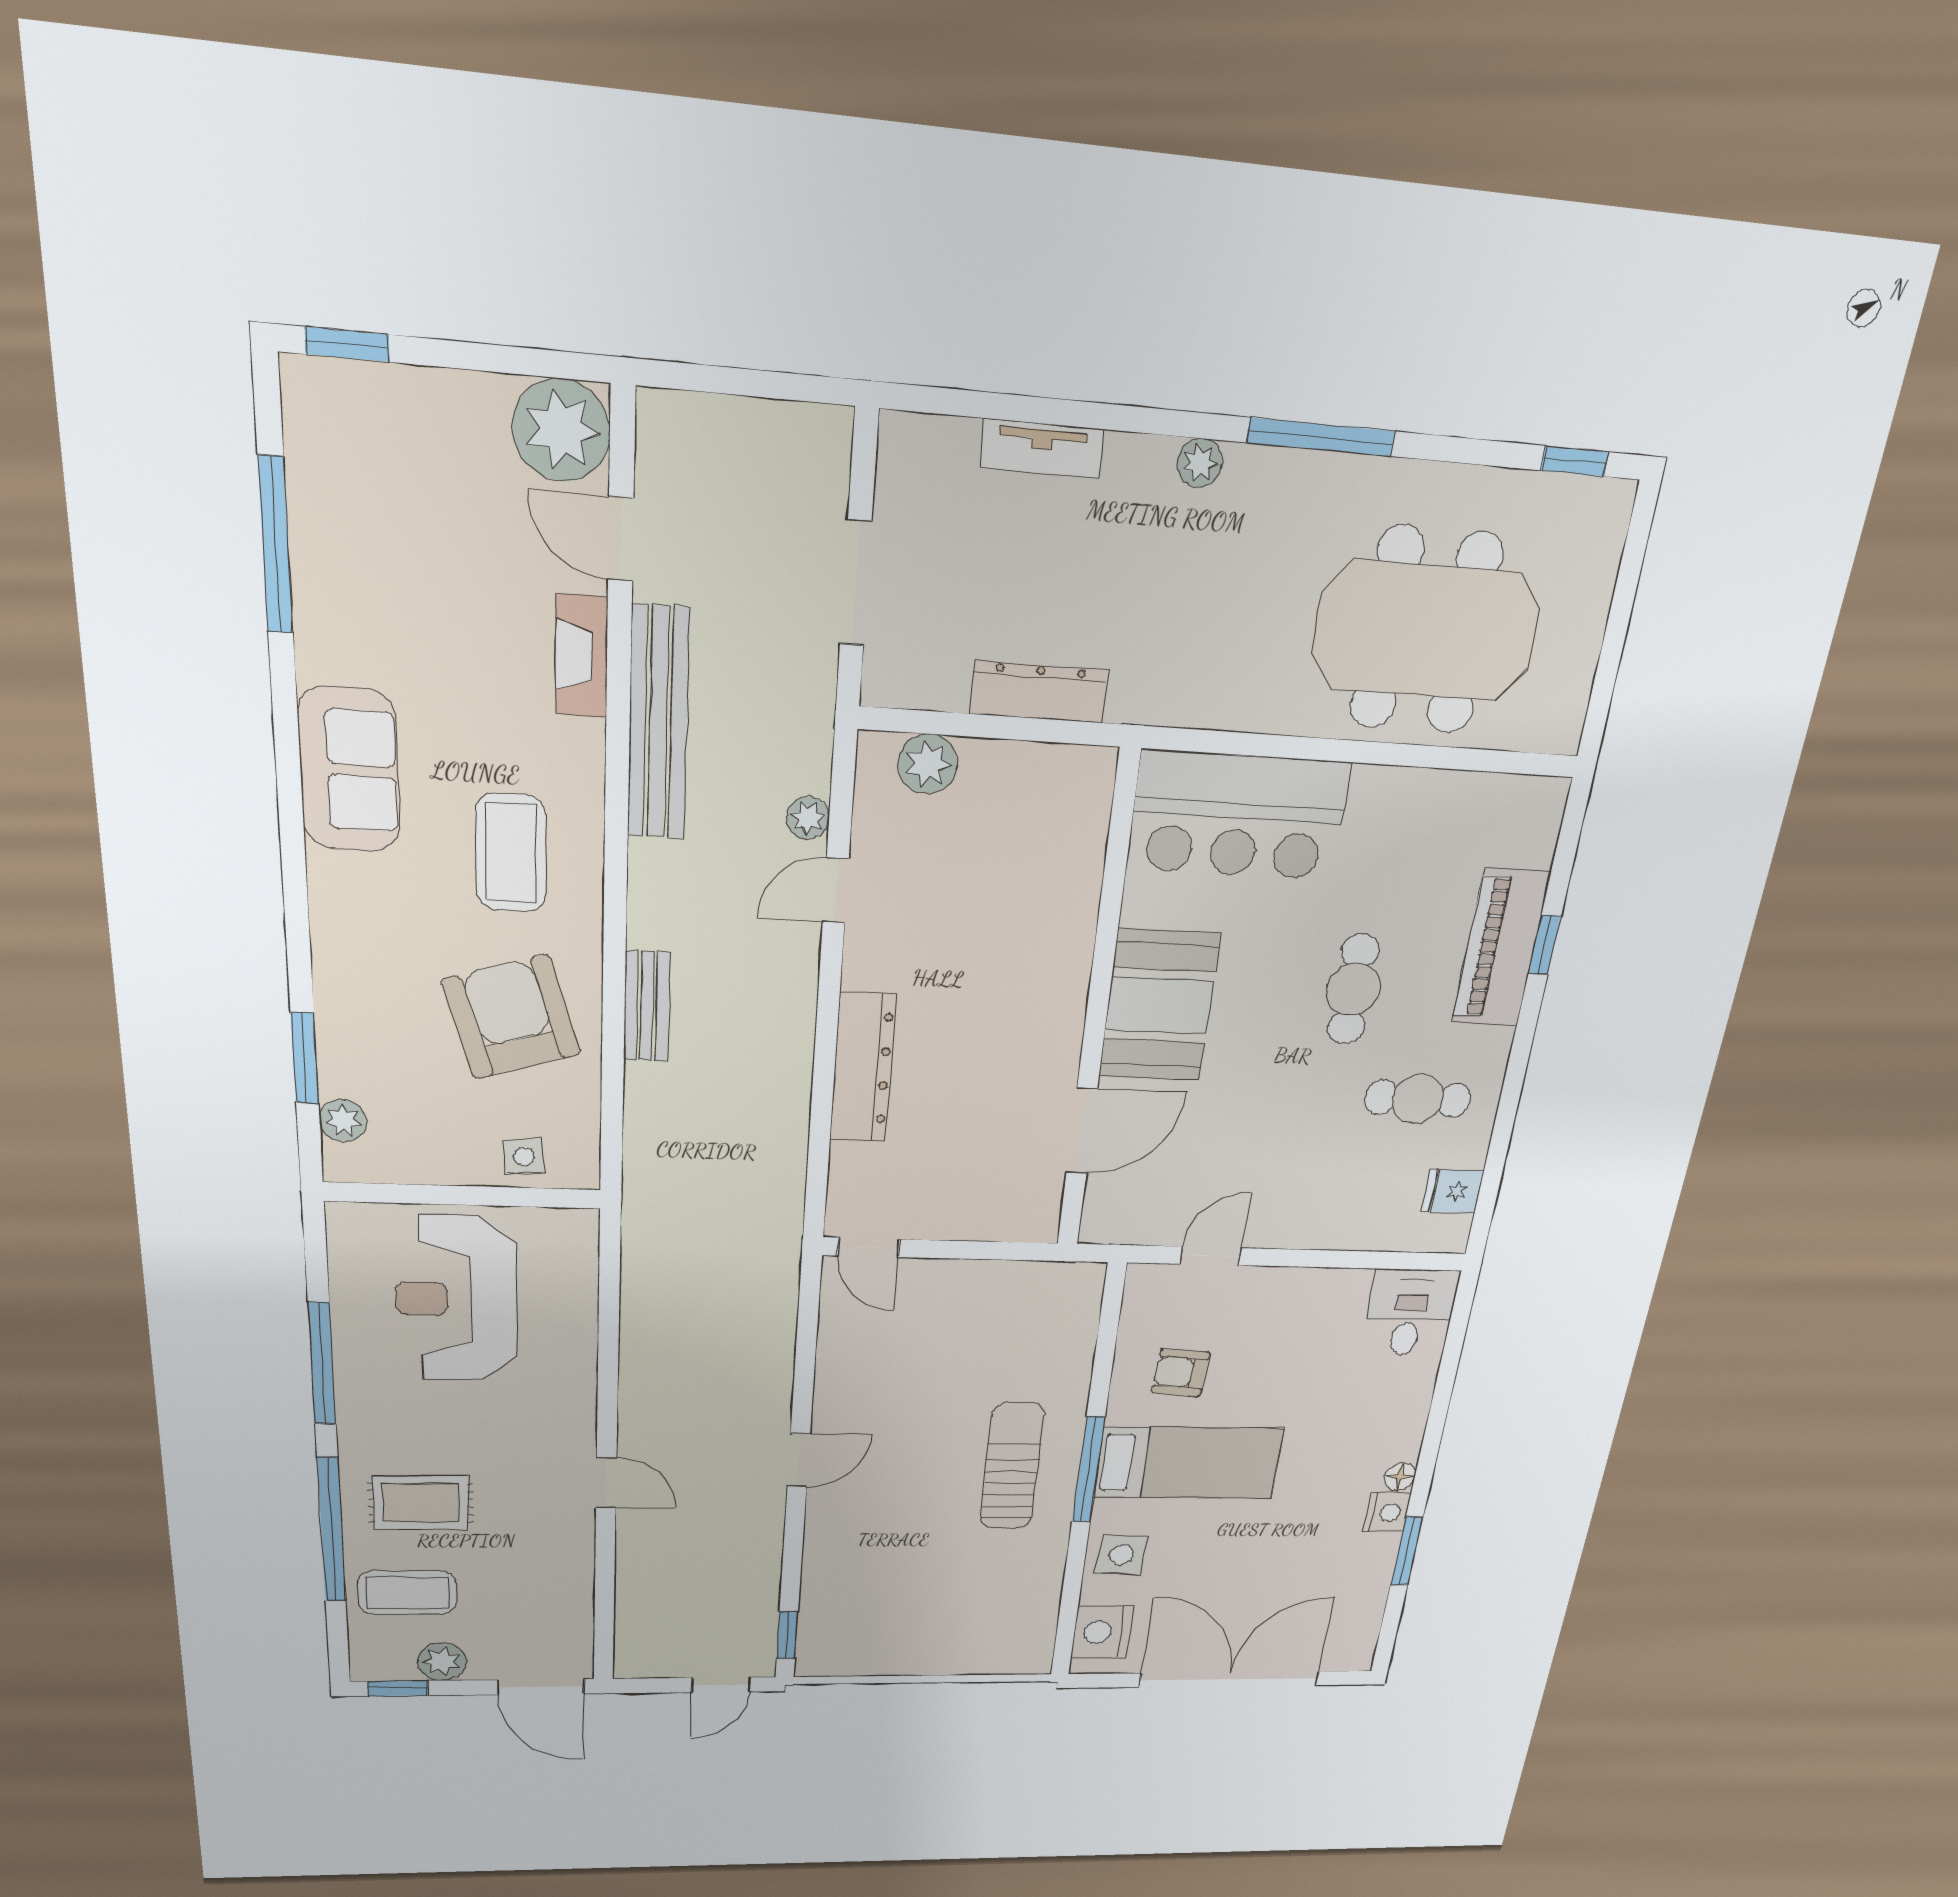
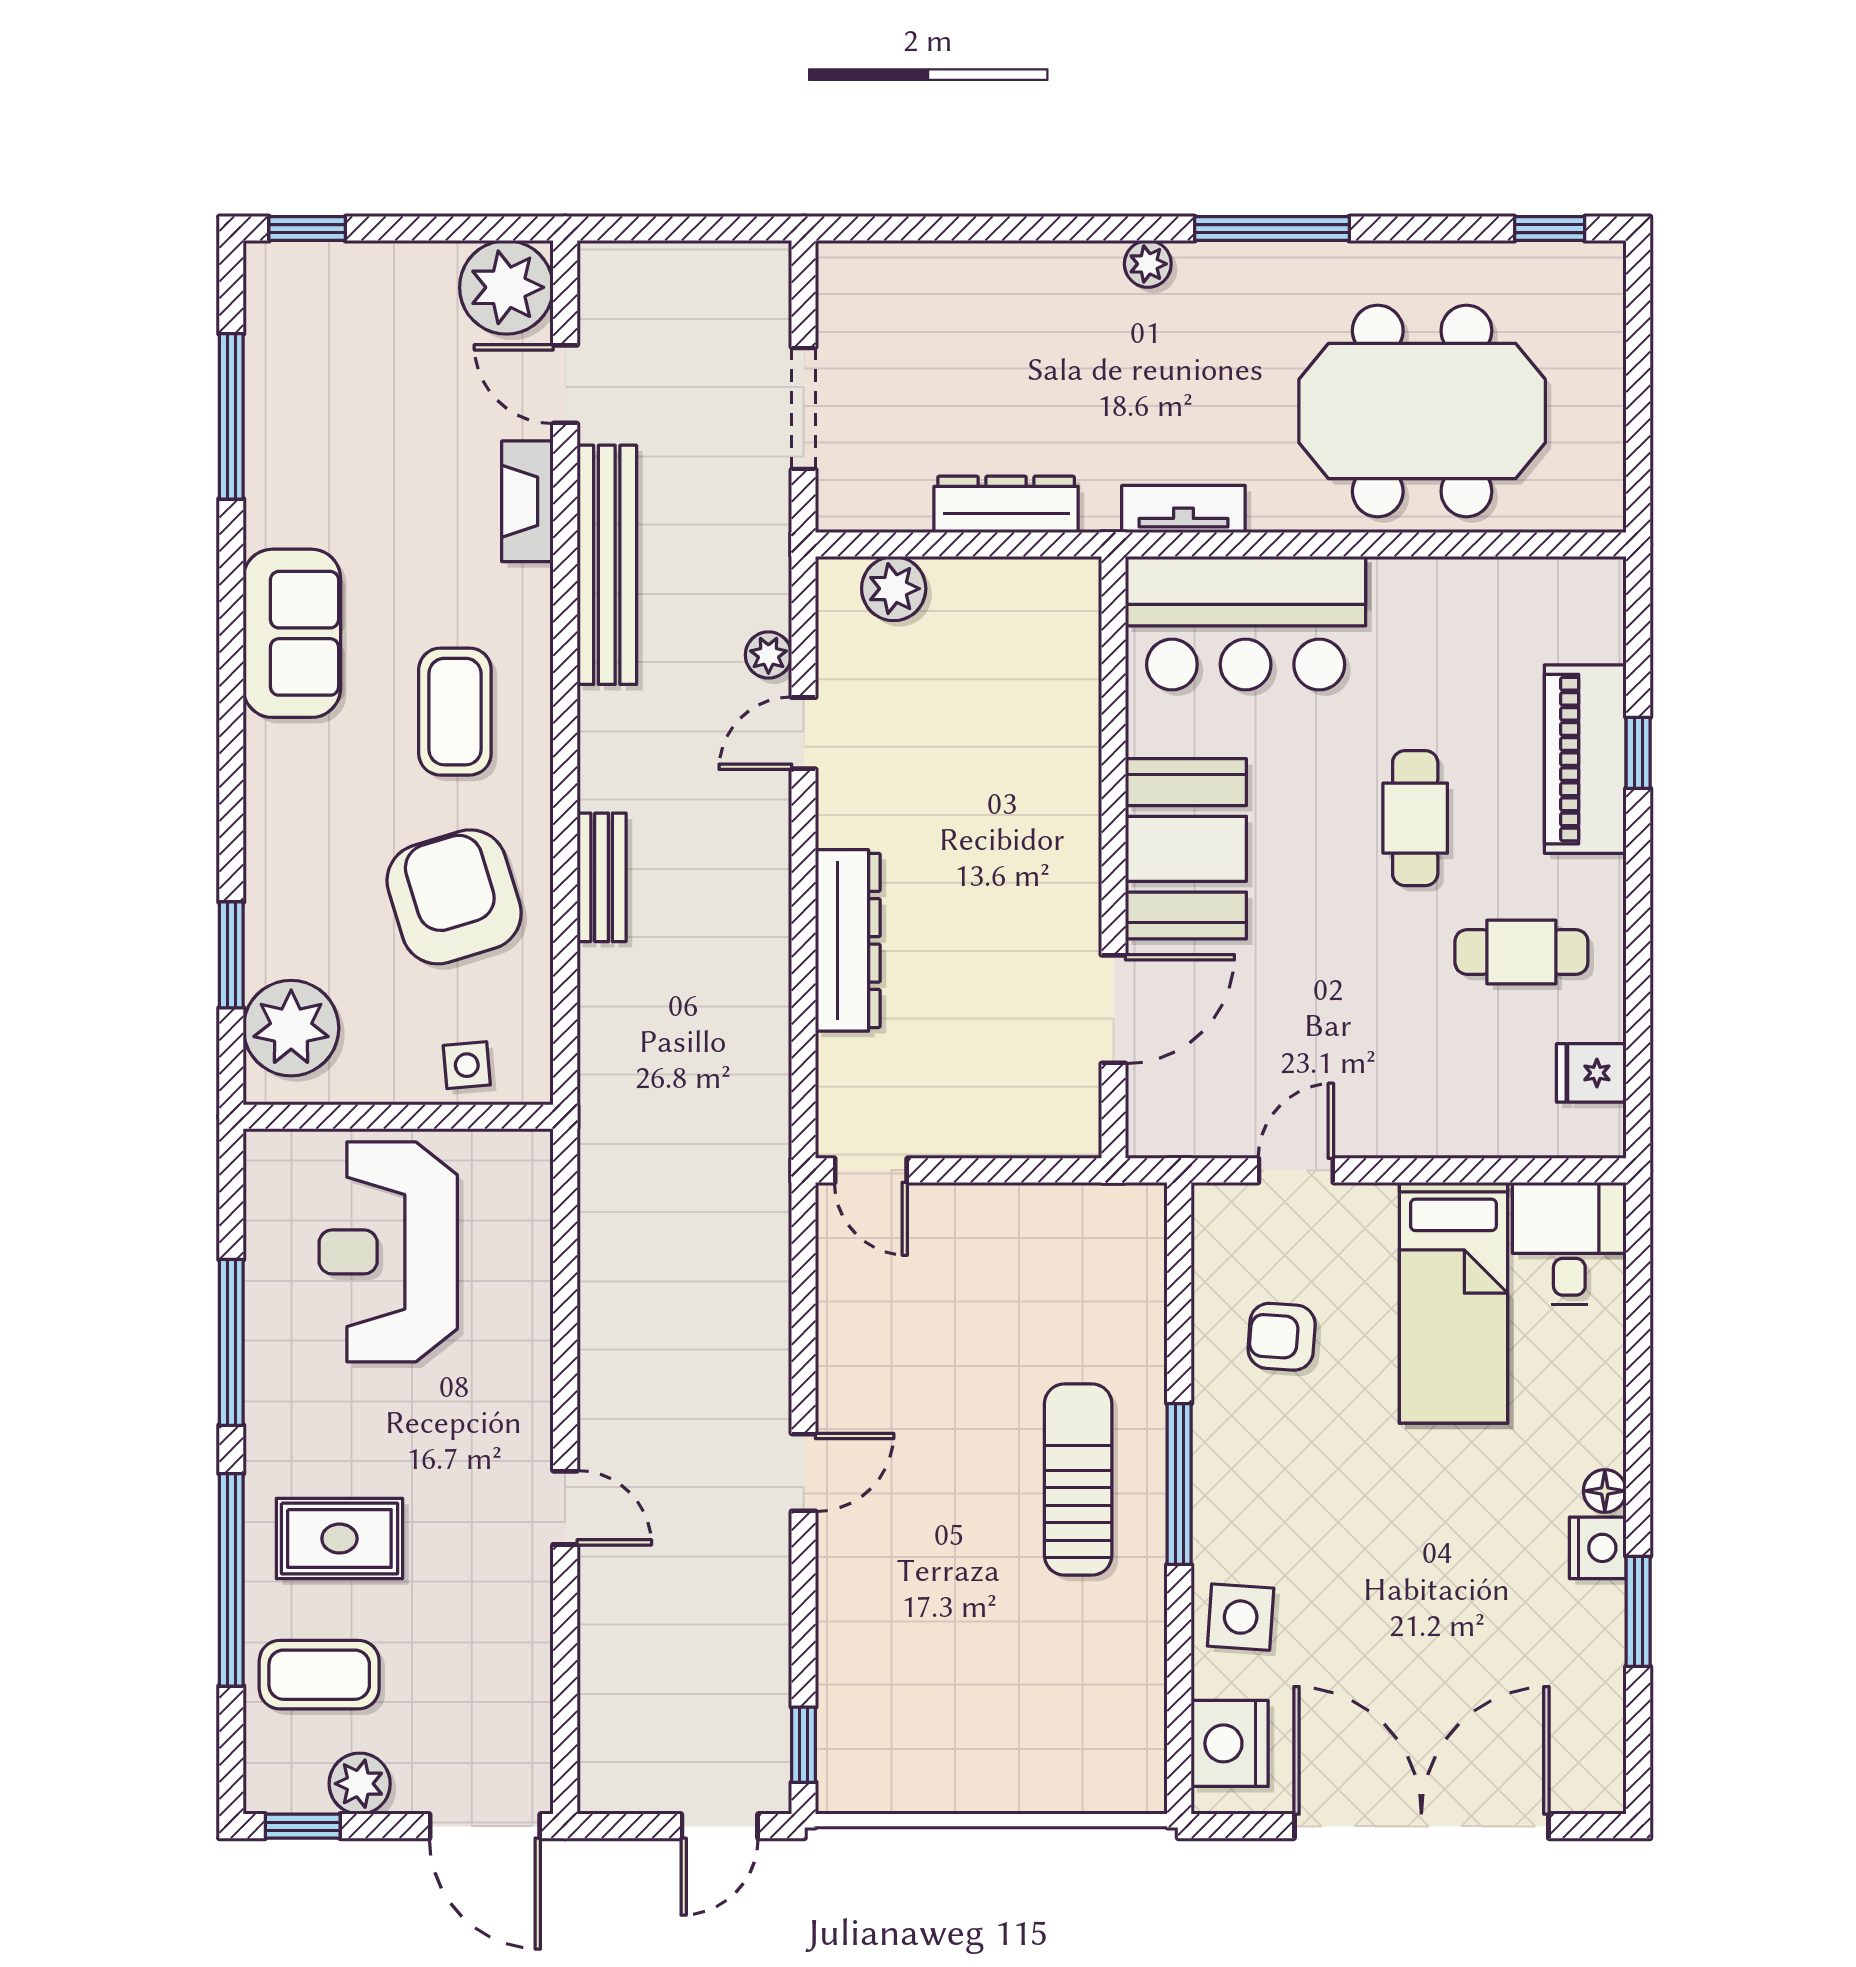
tv unit: (1042, 449) -> (1183, 509), moved, turned 180
plant: (343, 1120) -> (291, 1028), width x1.88, depth x1.88
bed: (1189, 1463) -> (1453, 1303), moved, turned 90

